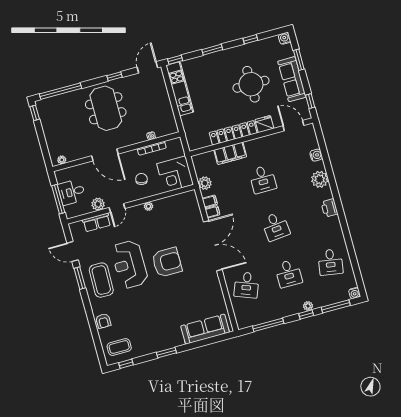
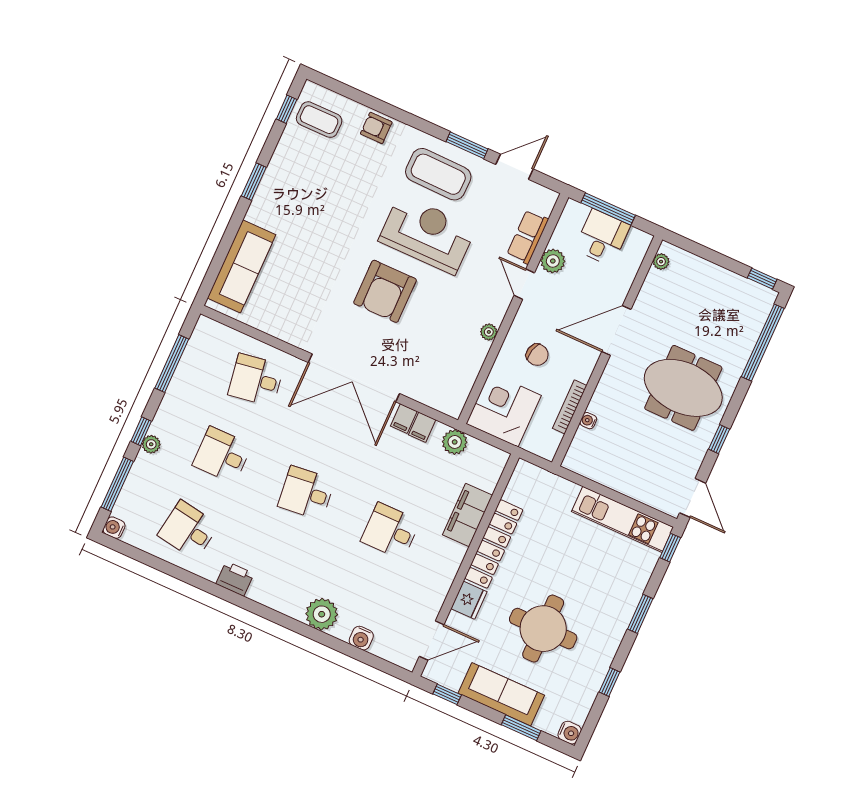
printer: (329, 208) -> (235, 579), moved
desk: (247, 285) -> (256, 380), turned -30
coffee table: (119, 347) -> (319, 120), turned 90

